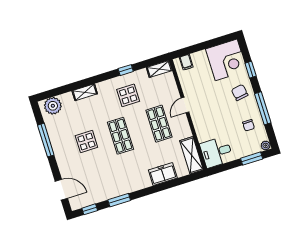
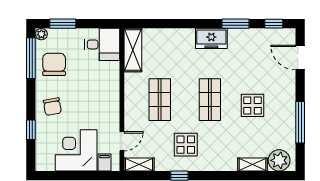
corner desk: (226, 60) -> (76, 150), moved
shelving: (85, 92) -> (252, 165), moved
door: (185, 105) -> (122, 141), moved
window: (263, 108) -> (31, 58), moved
chair: (249, 125) -> (54, 64), width x1.87, depth x1.87
freezer: (163, 174) -> (211, 38), moved

